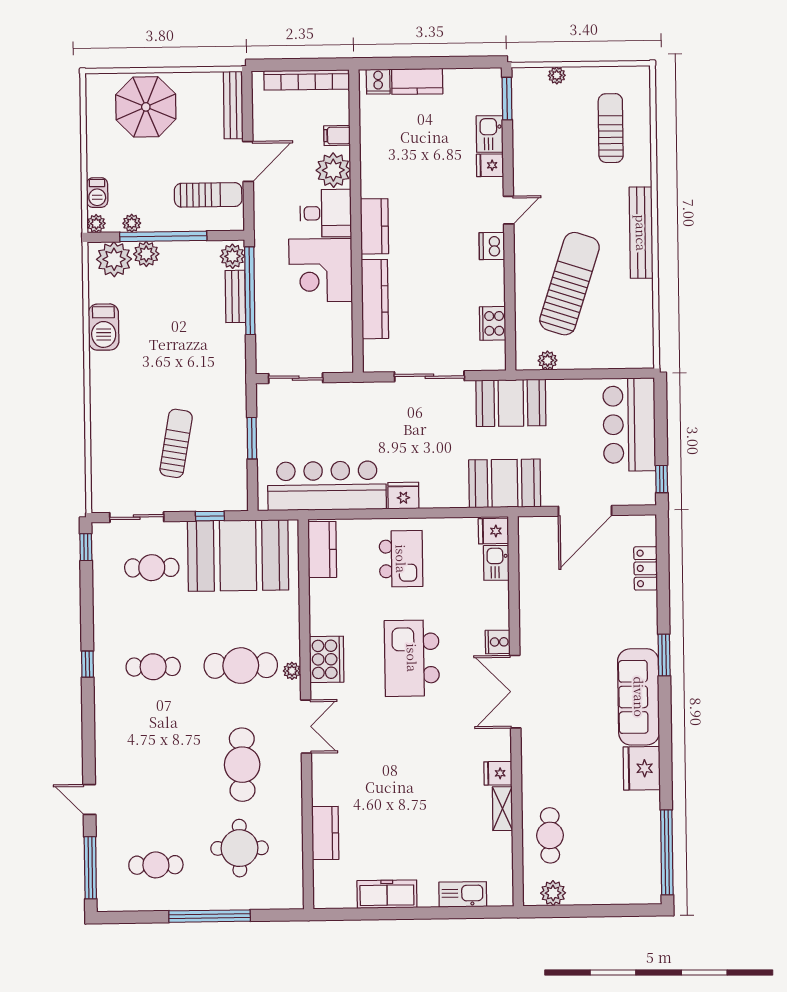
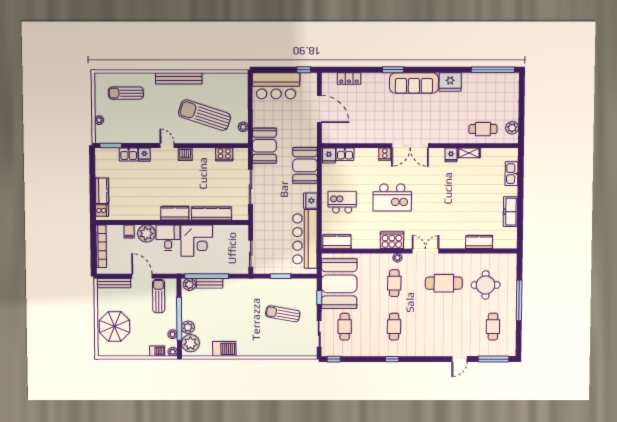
booth: (505, 483) -> (305, 165), moved
cafe table: (241, 666) -> (394, 283), width x0.73, depth x0.74

